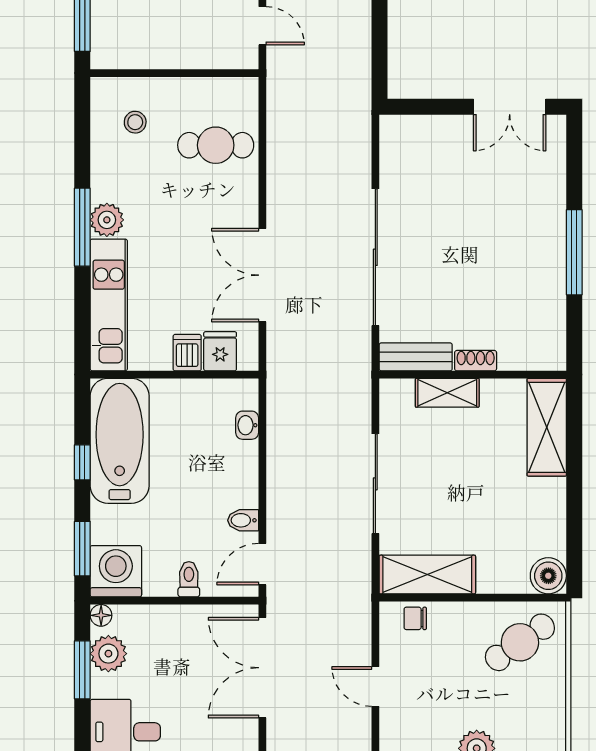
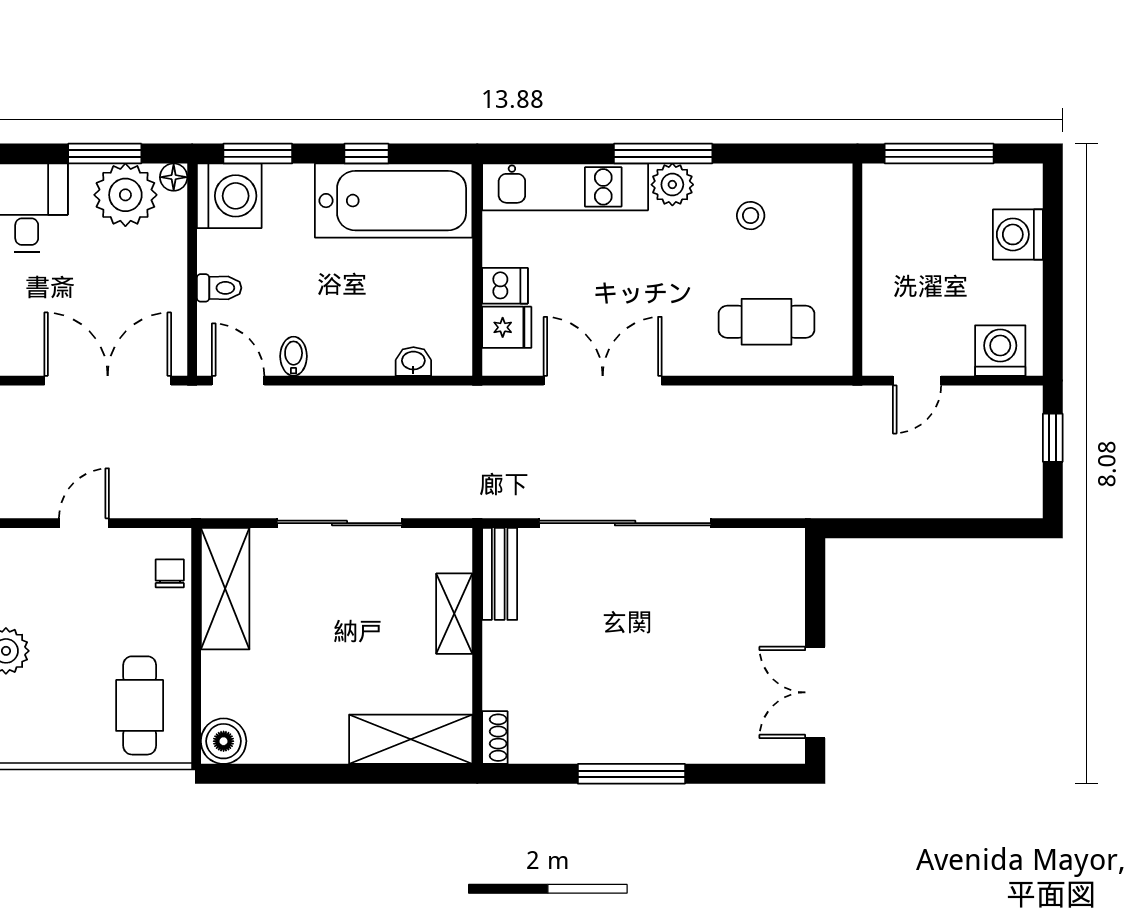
stool: (135, 122) -> (751, 216), moved
cafe table: (216, 145) -> (766, 322), turned 90
shoe rack: (476, 361) -> (495, 738), moved
cafe table: (520, 642) -> (140, 705), turned 35
plant: (108, 654) -> (125, 195), width x1.36, depth x1.36

